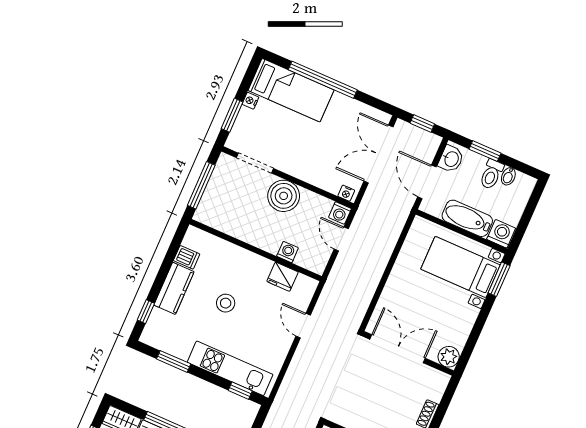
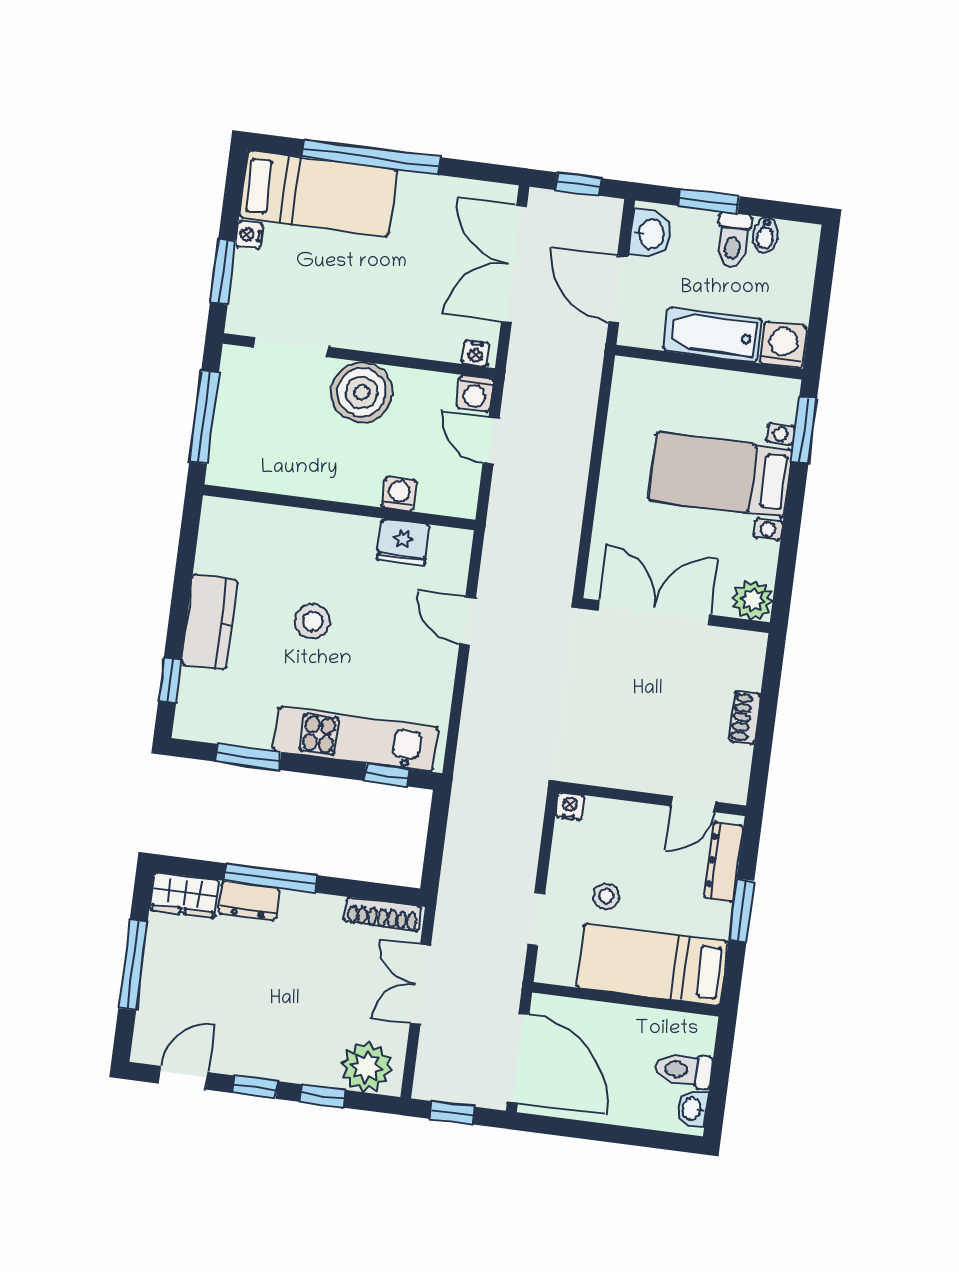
dishwasher: (187, 257) -> (216, 558), removed
bed with nightstands: (460, 267) -> (720, 475), moved

